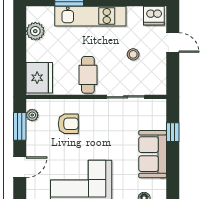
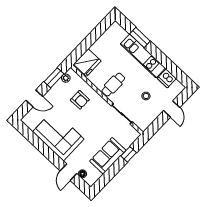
dishwasher: (154, 16) -> (167, 78), moved
plant: (35, 31) -> (108, 37), removed

